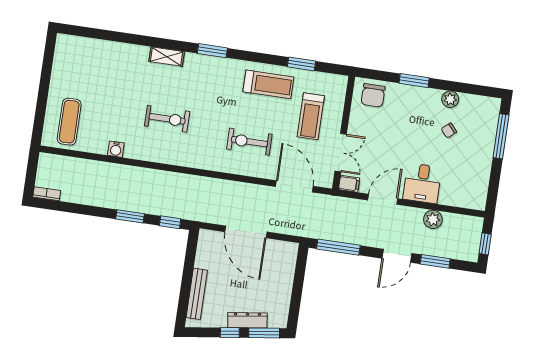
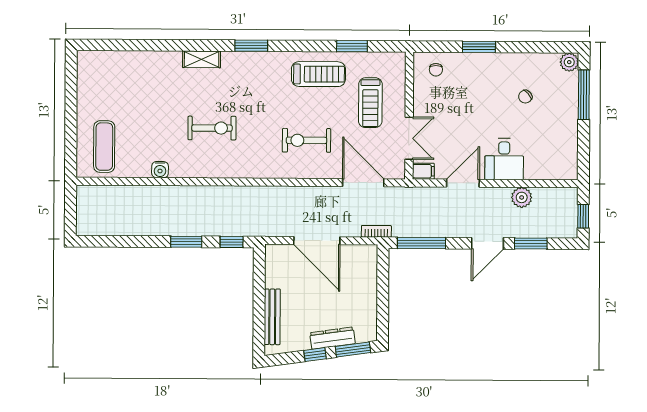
chair: (373, 95) -> (436, 70), width x0.54, depth x0.54
plant: (450, 99) -> (569, 62), moved
bookcase: (47, 194) -> (376, 231), moved

